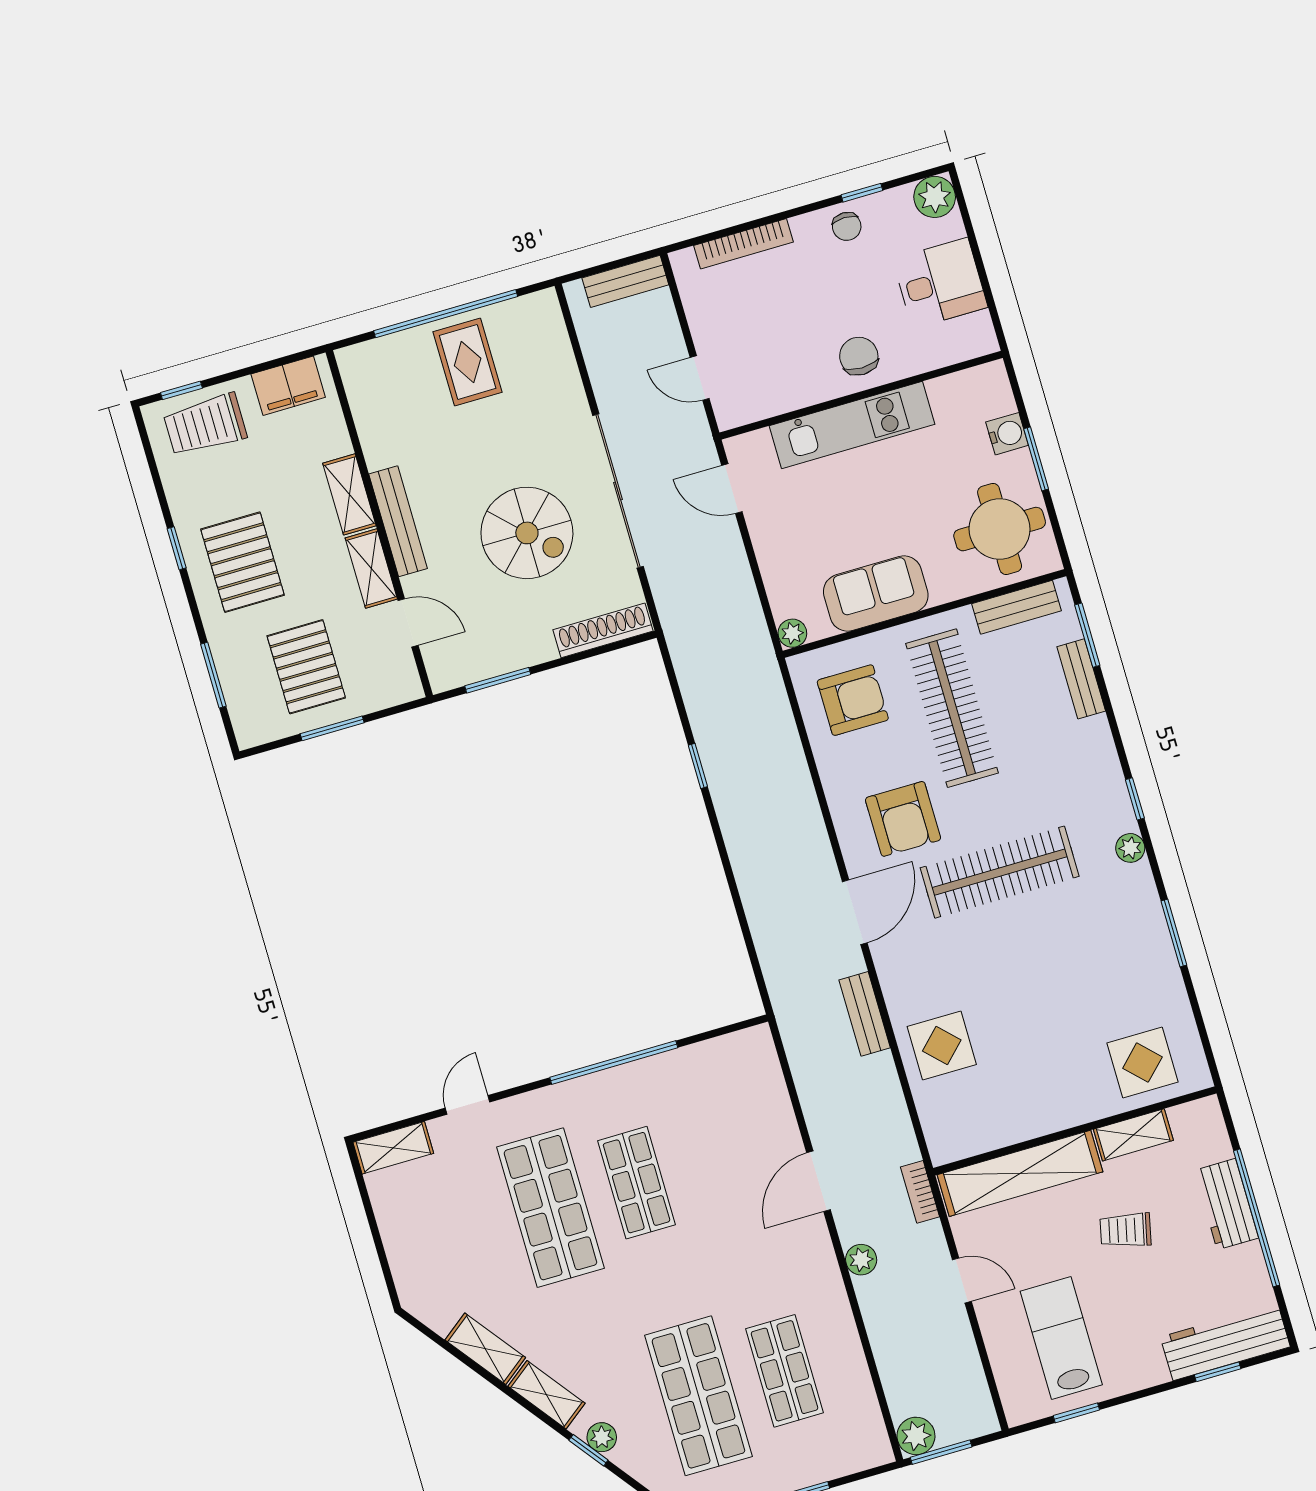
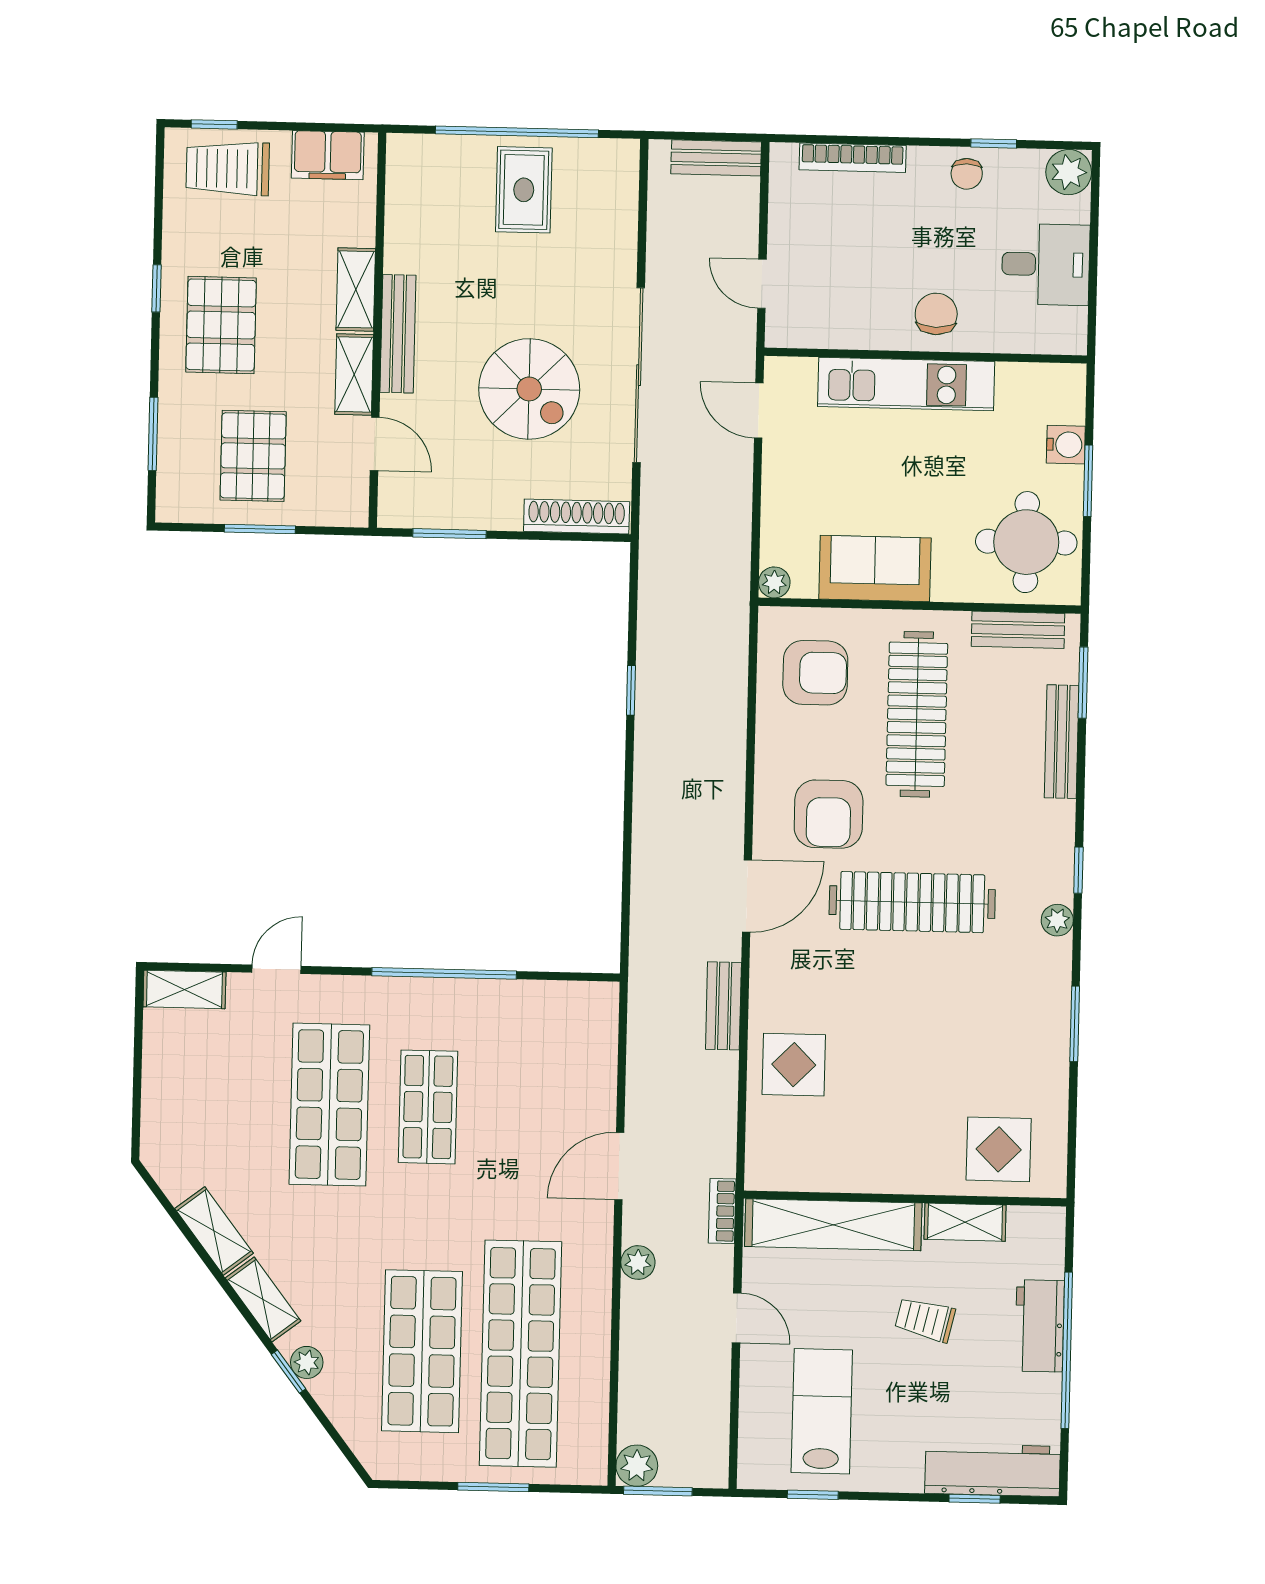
bench: (1081, 679) -> (1062, 742), width x1.36
shop shelf: (785, 1371) -> (521, 1354), width x2.00, depth x1.36

